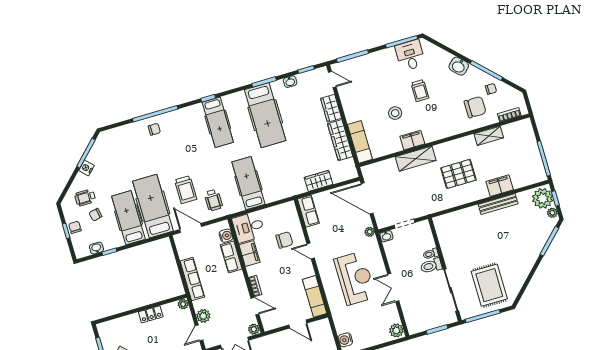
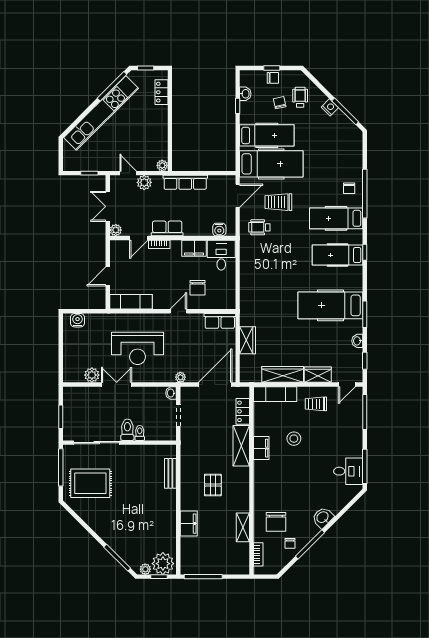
trolley: (420, 91) -> (316, 404), moved
locker: (384, 166) -> (243, 411), added
pallet: (458, 174) -> (213, 485), width x0.67, depth x0.71
hospital bed: (248, 183) -> (336, 218), moved, turned 180
bench: (498, 204) -> (170, 473), moved, width x0.73
row of seats: (231, 257) -> (167, 228), moved
locker: (151, 314) -> (161, 92), moved
plant: (396, 330) -> (92, 375), moved

